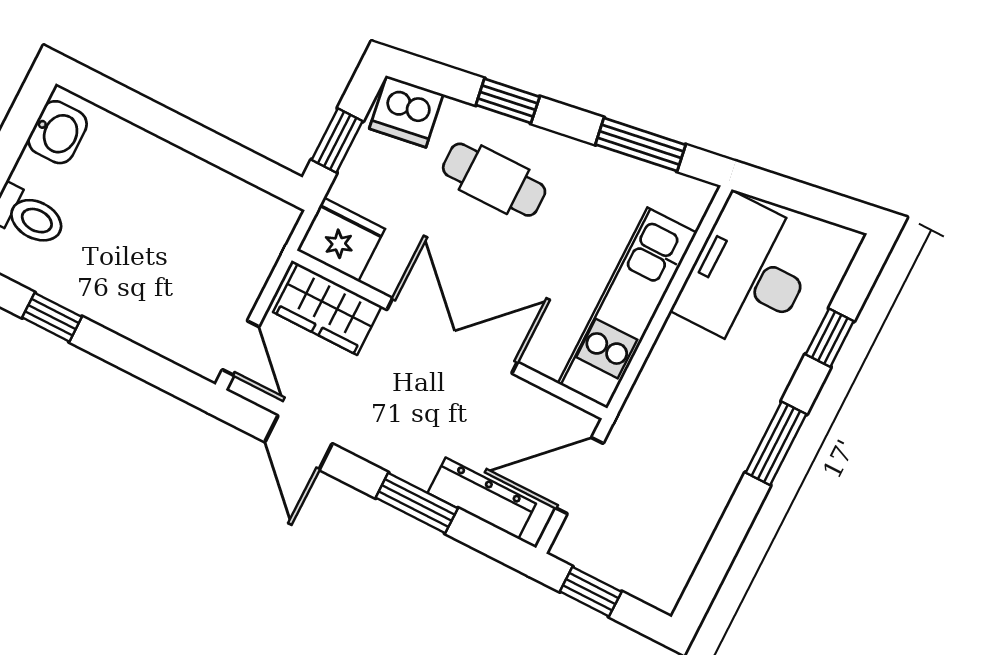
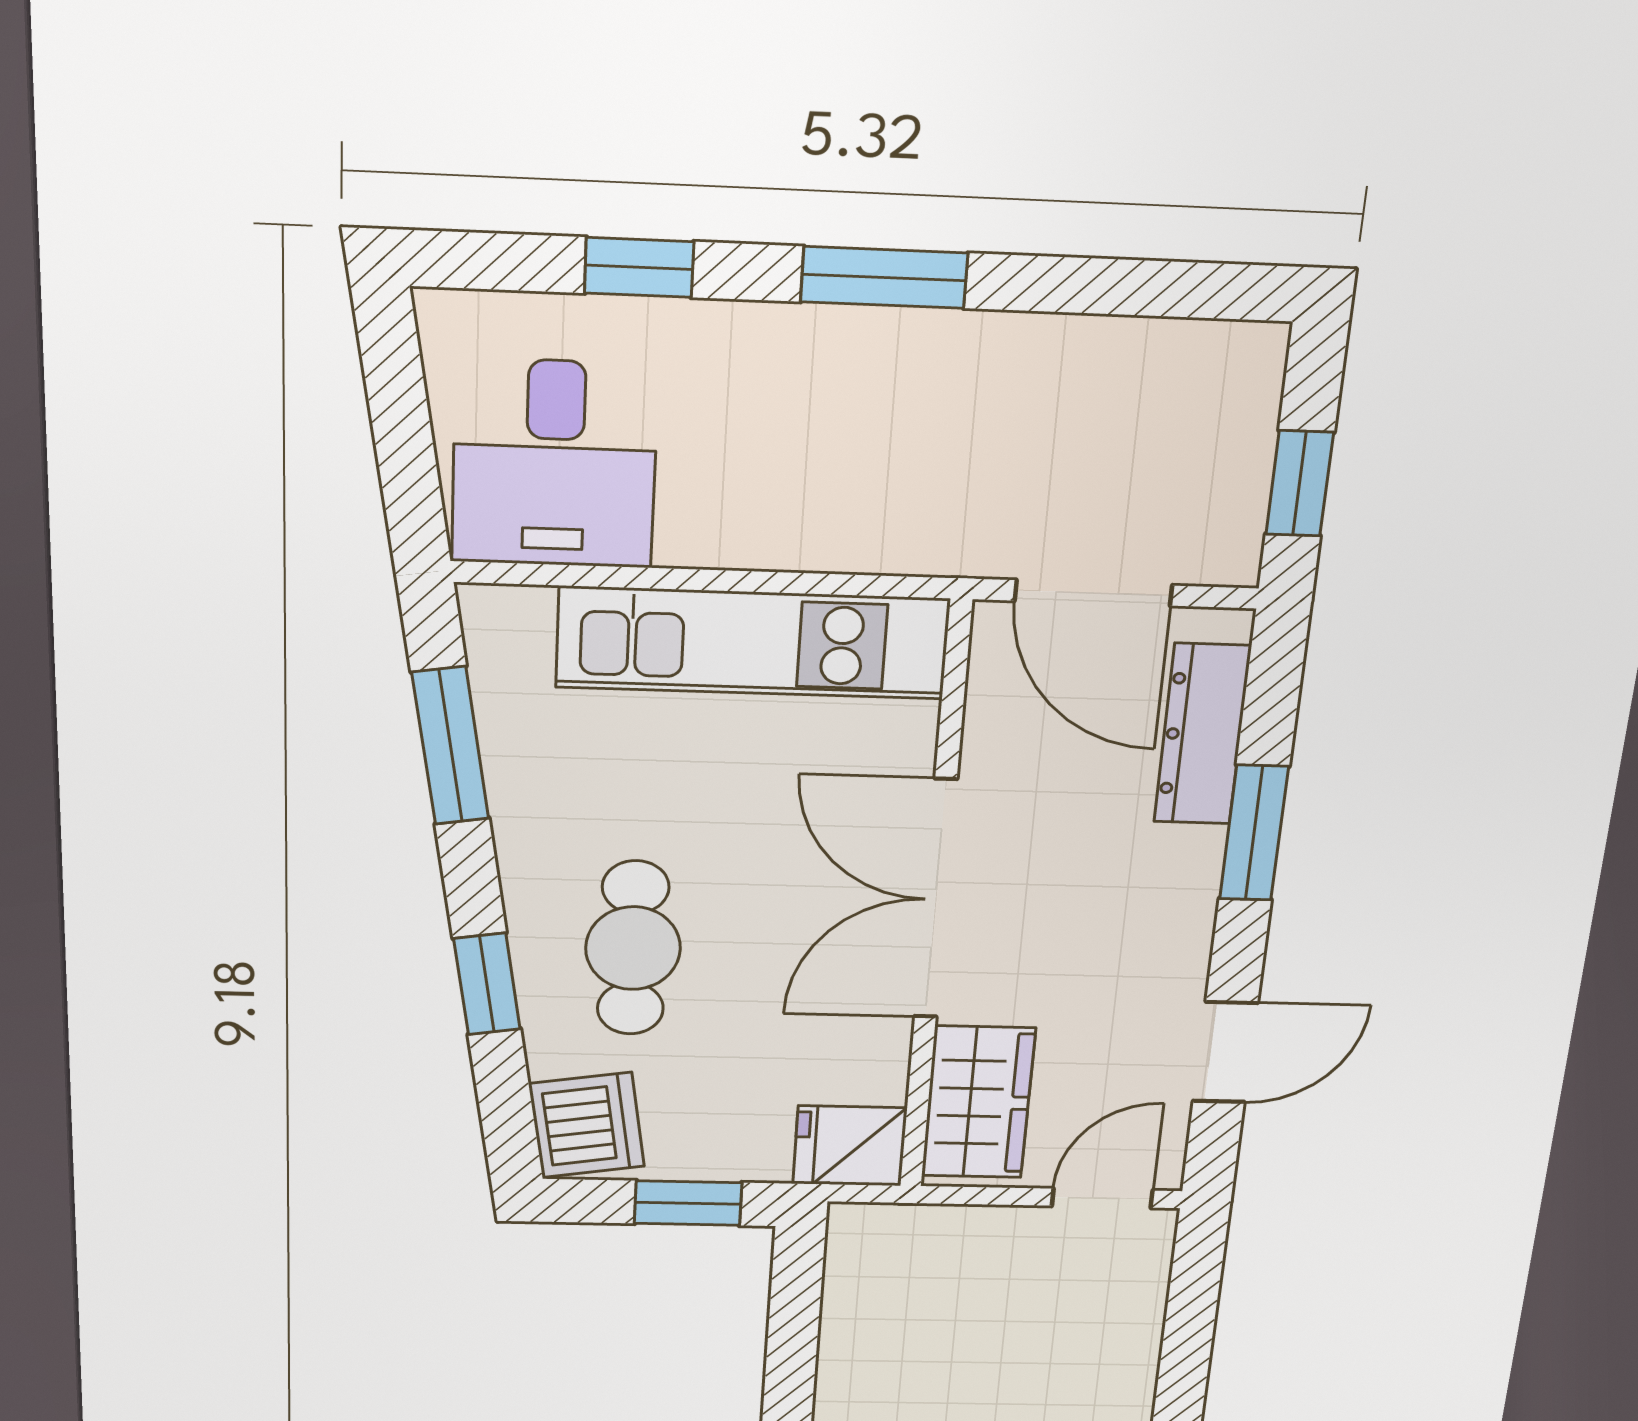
fridge: (341, 240) -> (850, 1146), width x0.72
desk: (748, 275) -> (555, 464), width x0.73

